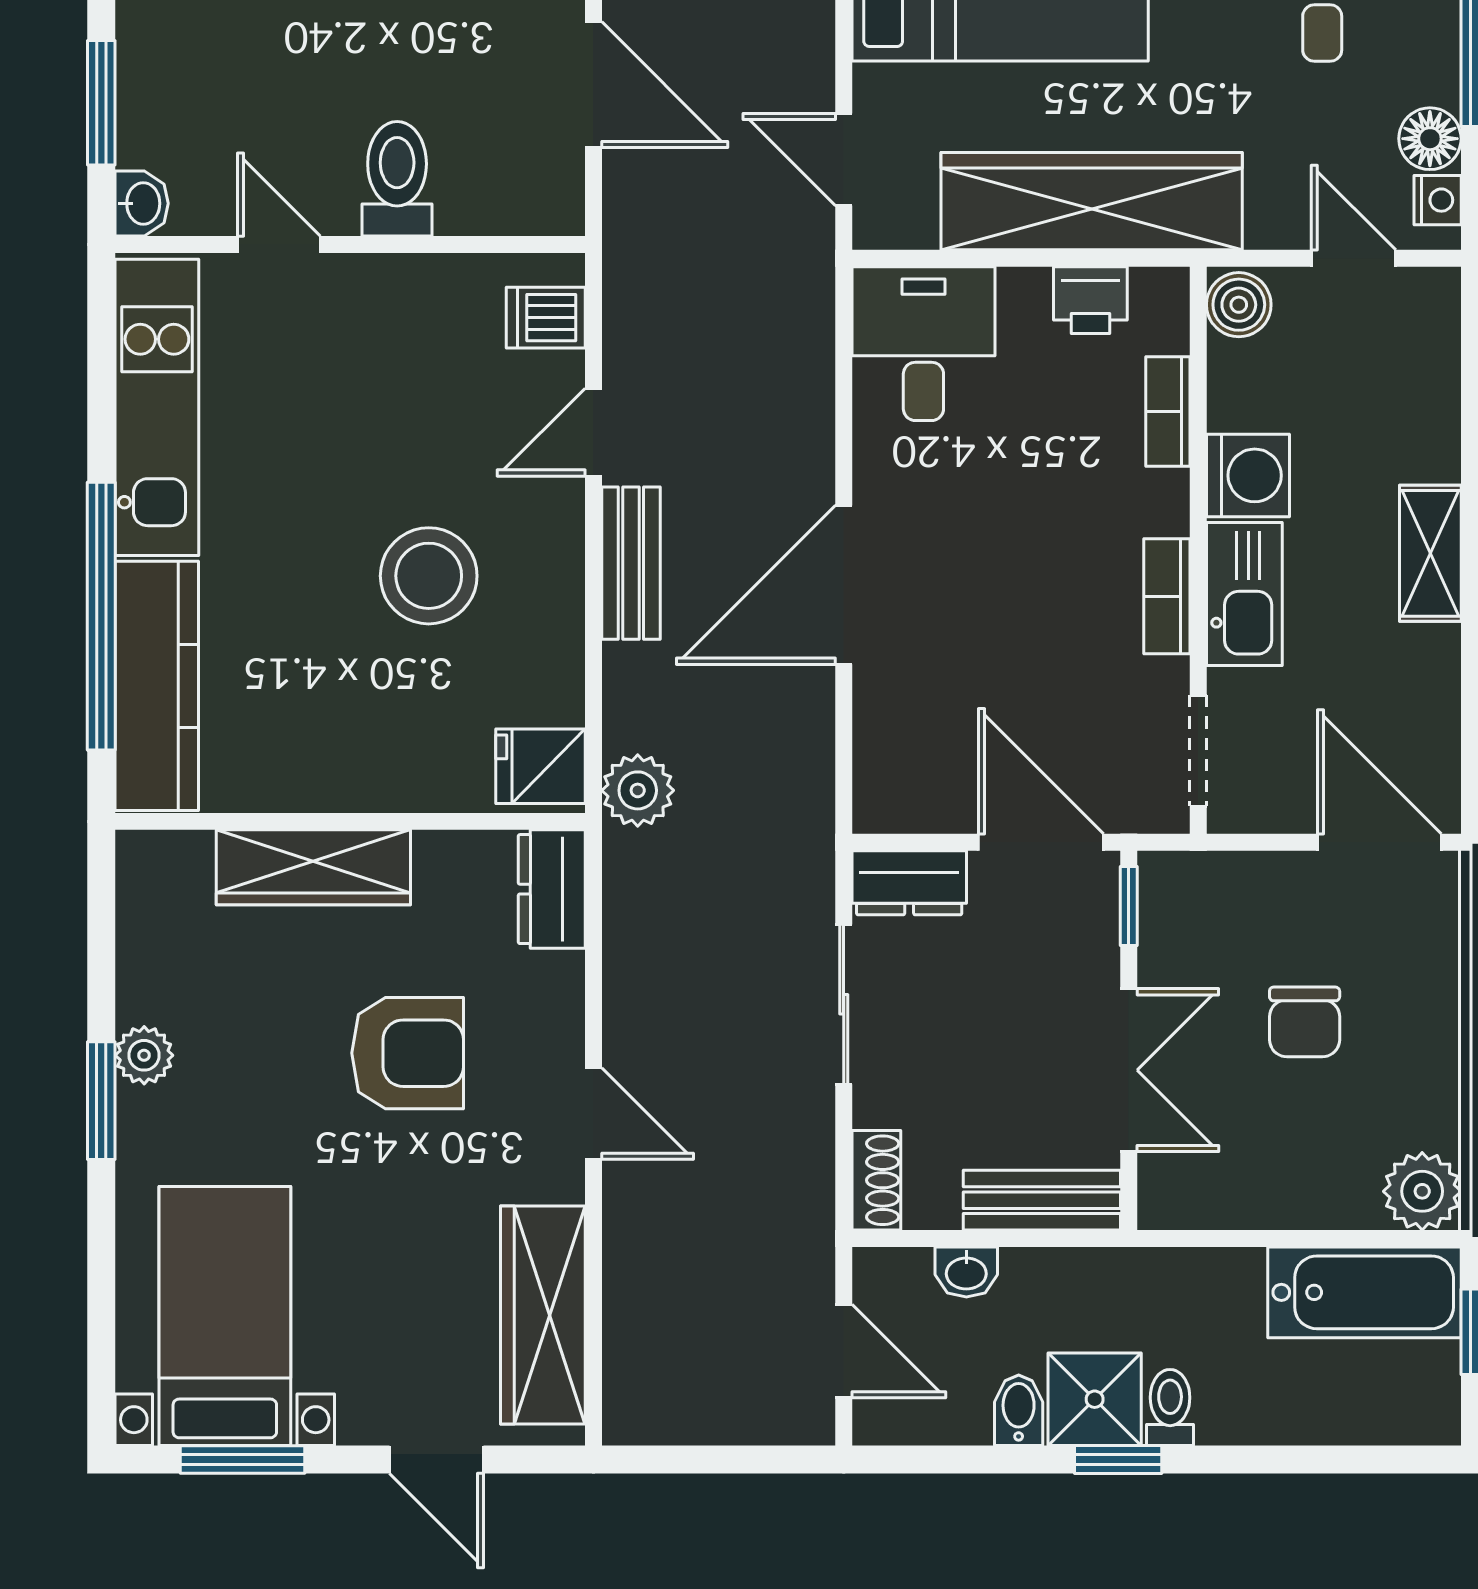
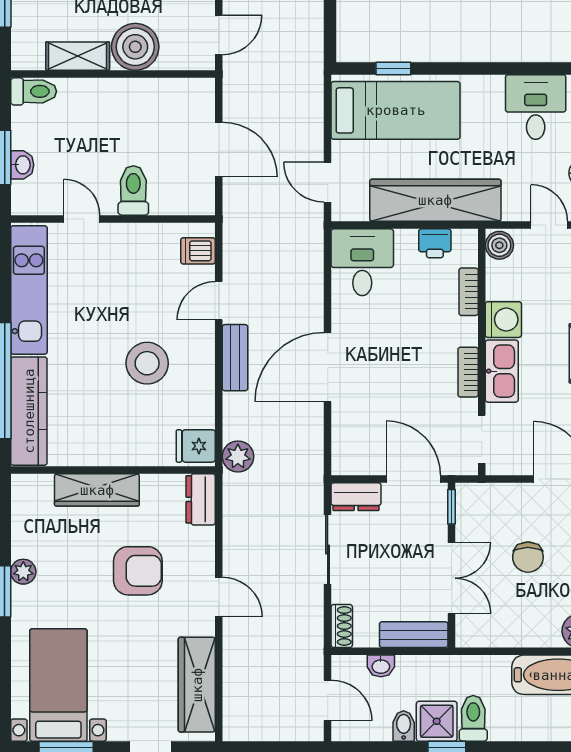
washbasin: (142, 203) -> (22, 165), moved
toilet: (1170, 1407) -> (473, 718), width x1.37, depth x1.39

